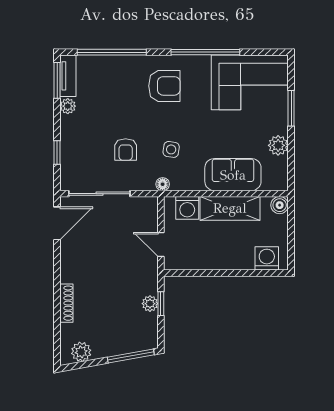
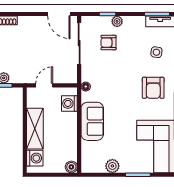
plant: (68, 106) -> (117, 21), moved
side table: (171, 149) -> (156, 52), moved
armchair: (126, 150) -> (108, 43), moved
sofa: (233, 175) -> (92, 121), moved
shelving: (230, 208) -> (35, 129), moved

